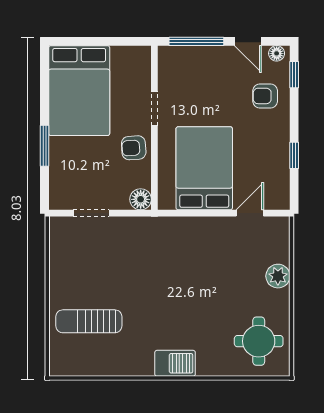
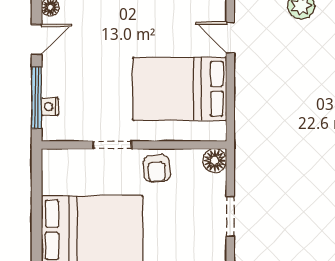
nightstand: (189, 53) -> (50, 106), added
armchair: (265, 96) -> (98, 20), removed

